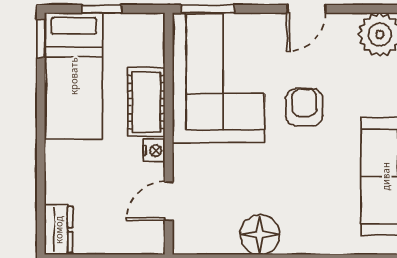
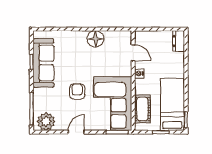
cot: (146, 102) -> (142, 109), moved
armchair: (304, 107) -> (77, 91), turned 180
door: (169, 201) -> (133, 53), hinge flipped

